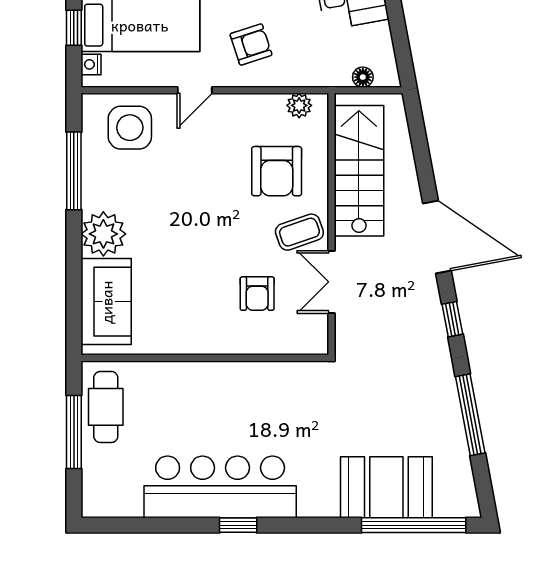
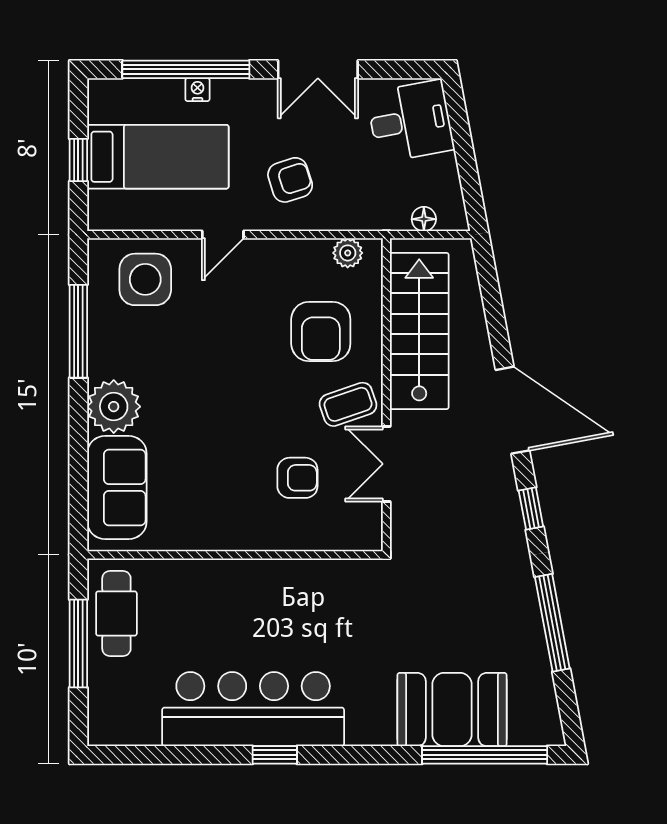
nightstand: (91, 64) -> (99, 204), removed
armchair: (257, 294) -> (297, 478), turned -90

